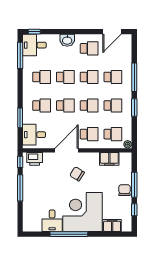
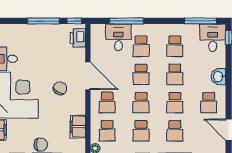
window: (20, 118) -> (126, 21), width x1.44
desk: (34, 135) -> (118, 37), moved

